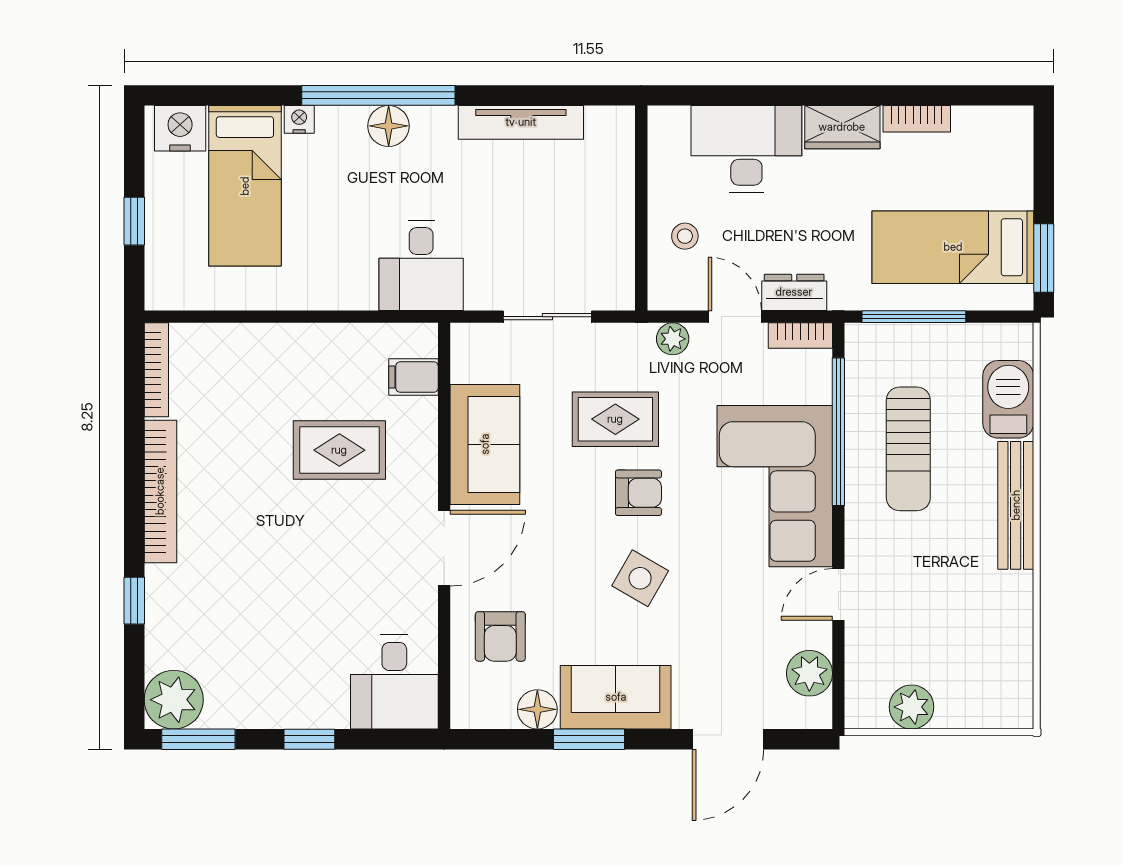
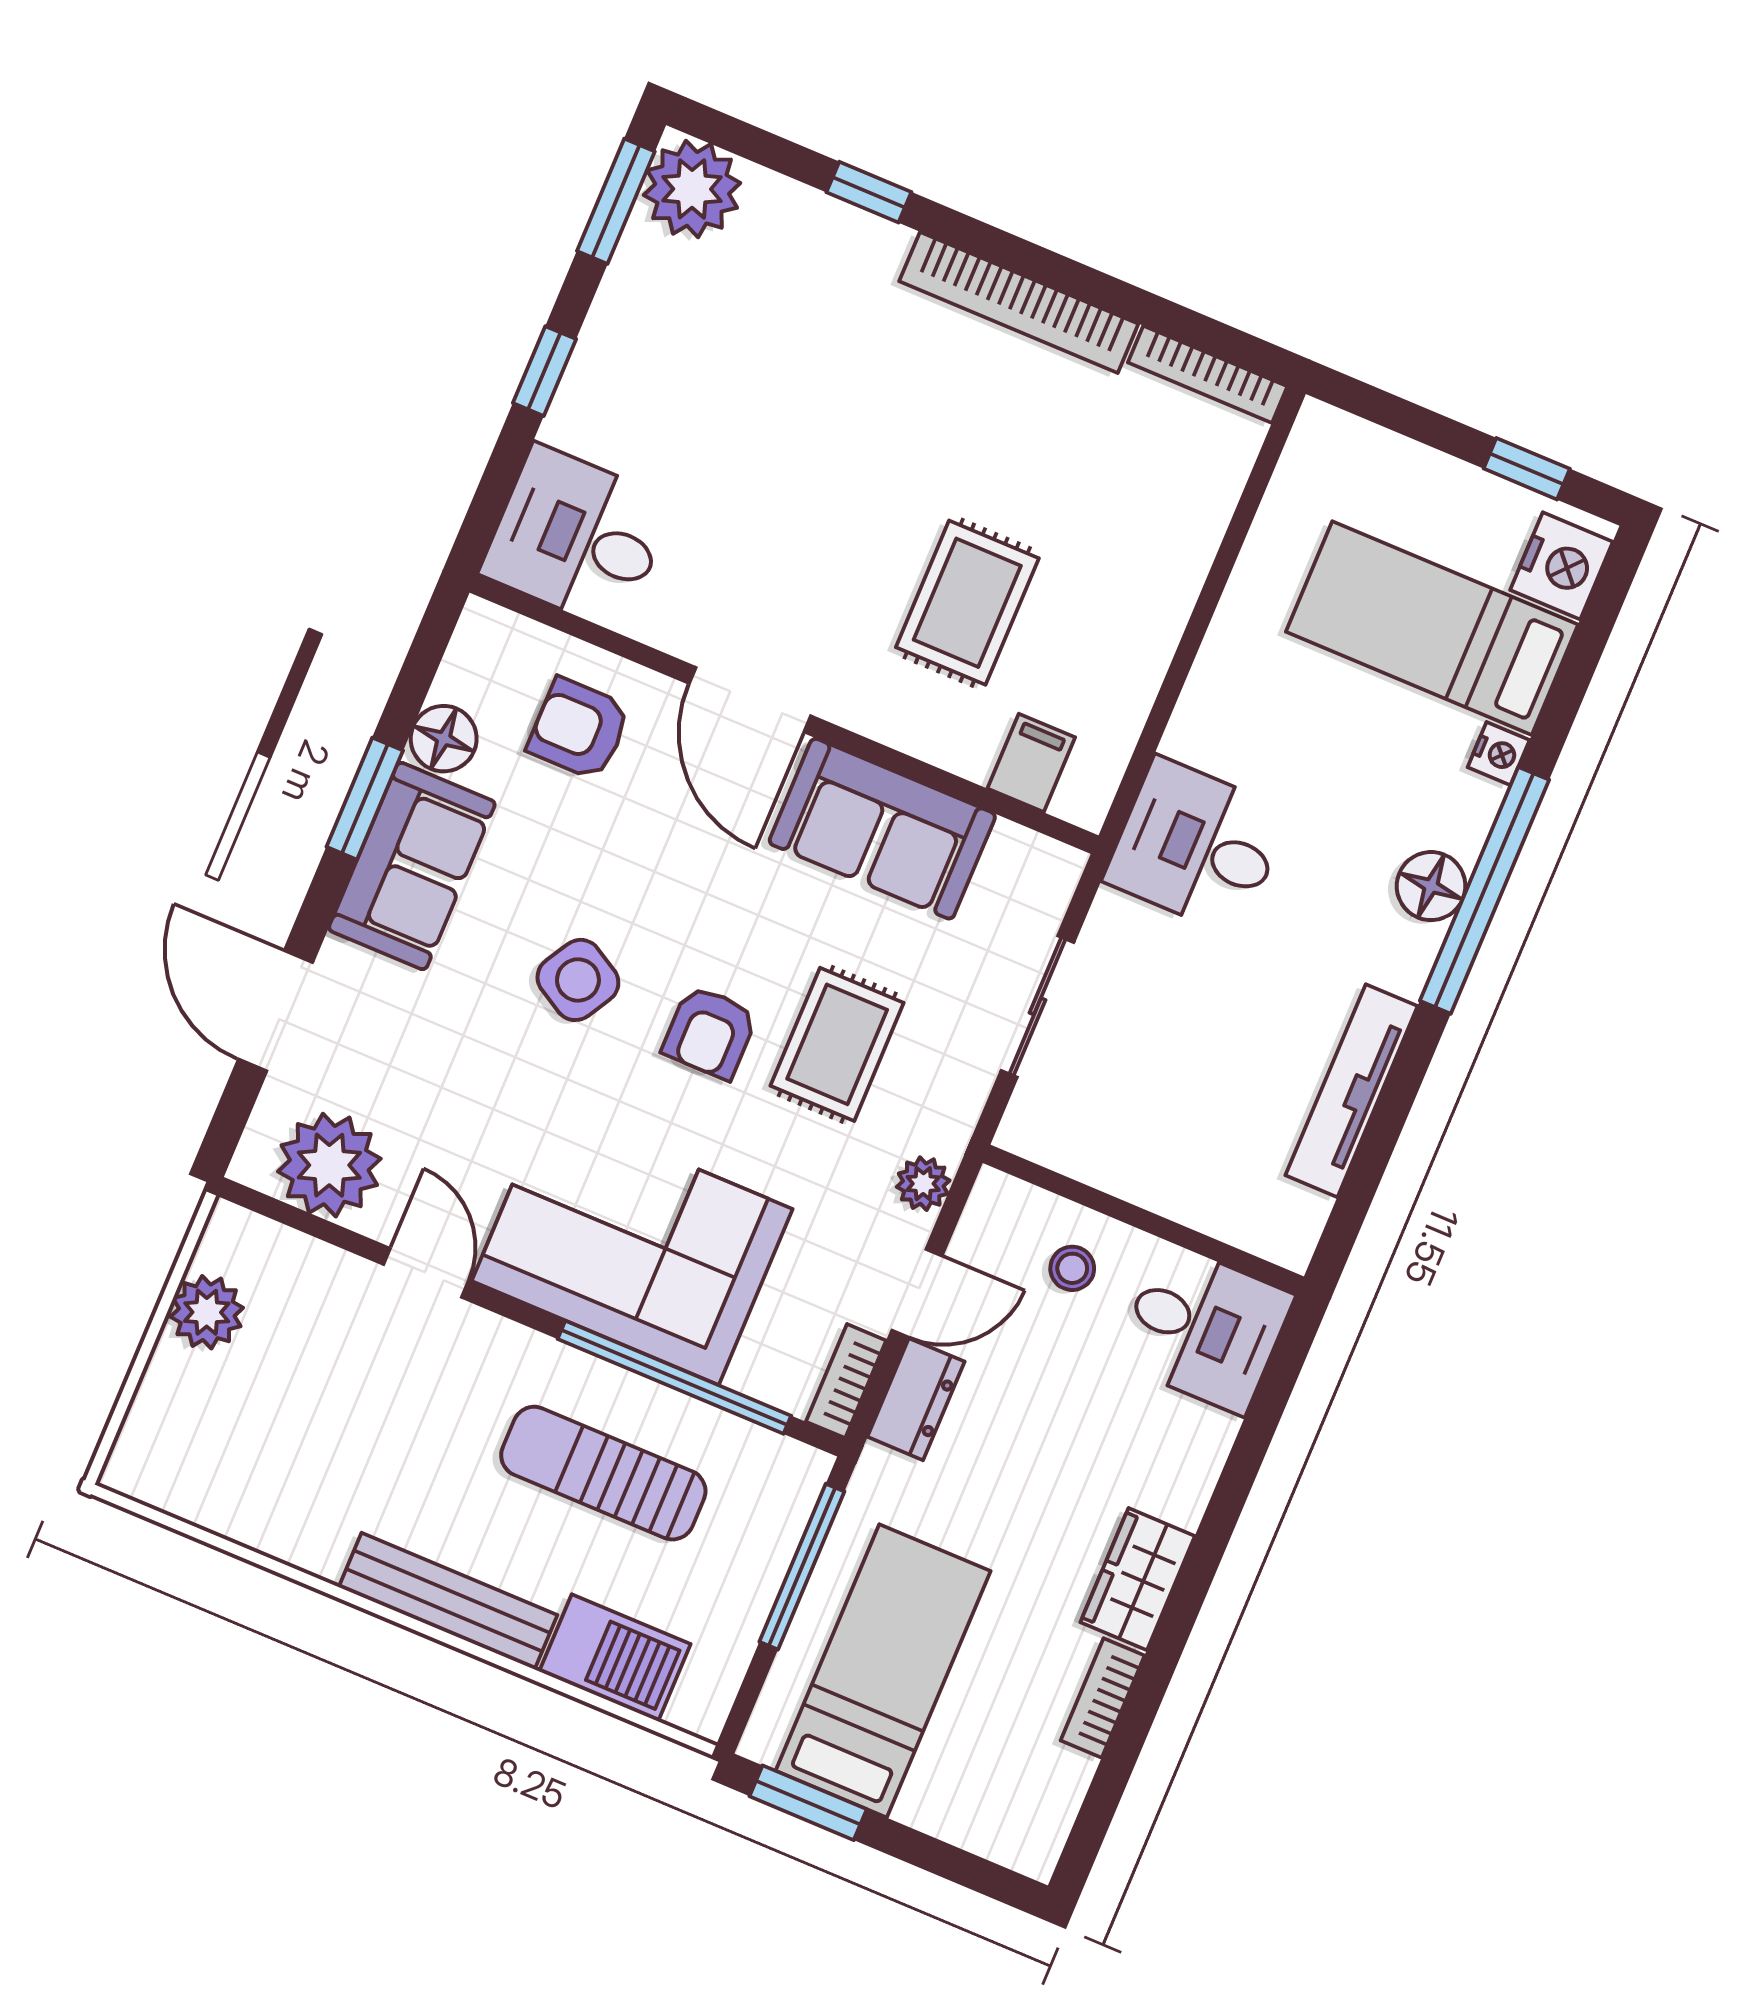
desk: (746, 149) -> (1204, 1329), moved, width x0.73
window: (134, 221) -> (1527, 469), moved
plant: (809, 673) -> (329, 1165), width x1.36, depth x1.36

